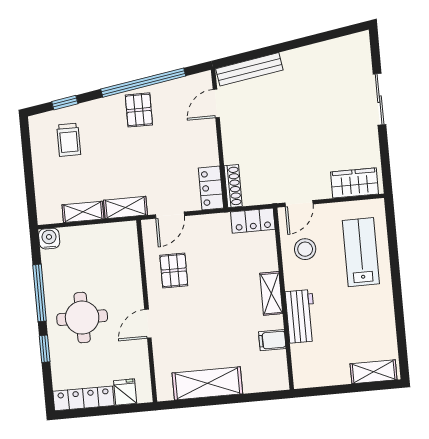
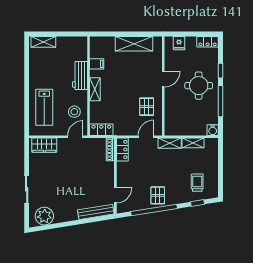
plant: (343, 53) -> (44, 216), added
locker: (83, 398) -> (208, 42), width x0.66

